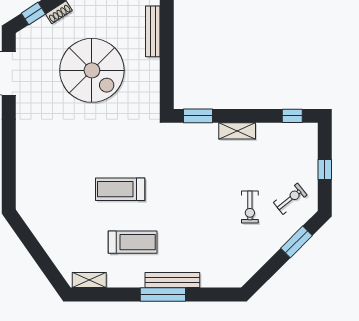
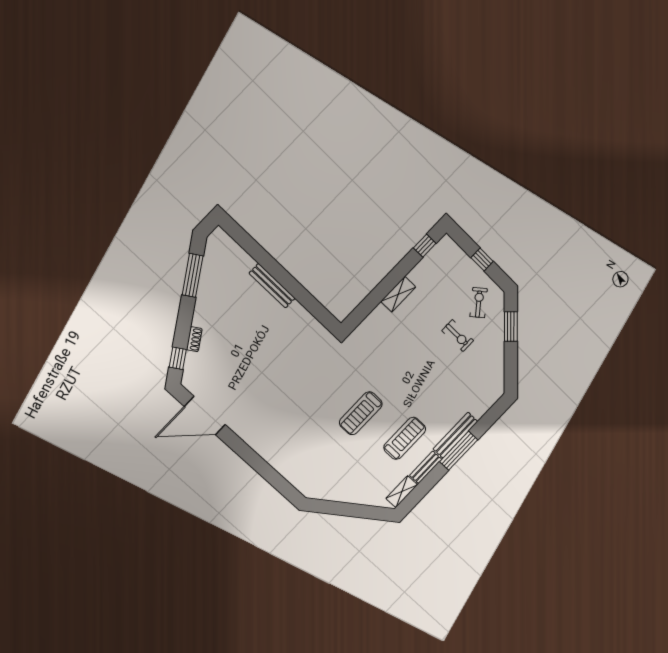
spiral stairs: (92, 70) -> (259, 355), removed
window: (198, 116) -> (362, 311), removed
bench: (126, 281) -> (426, 467), added

